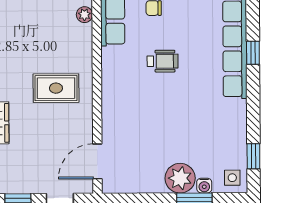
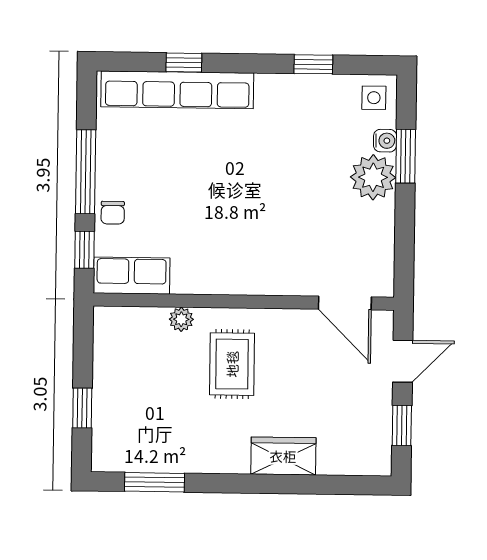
plant: (84, 15) -> (181, 319), moved
wheelchair: (163, 61) -> (194, 201), removed
window: (253, 156) -> (313, 64), moved

